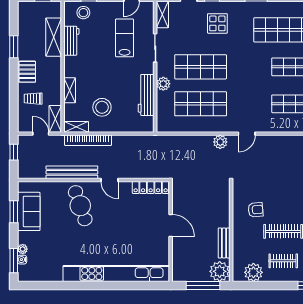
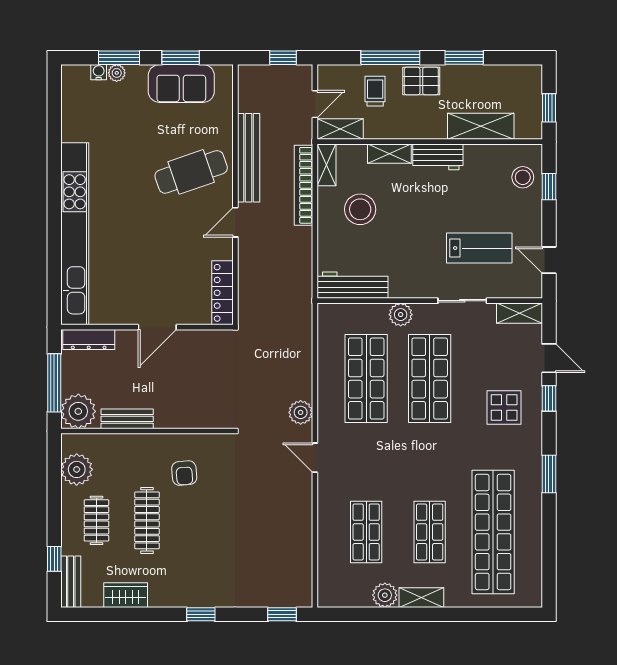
workbench: (71, 41) -> (438, 157), moved
window: (14, 90) -> (390, 58), added
workbench: (146, 95) -> (352, 285), moved
window: (14, 261) -> (119, 58), moved
dresser: (178, 265) -> (89, 340), added

